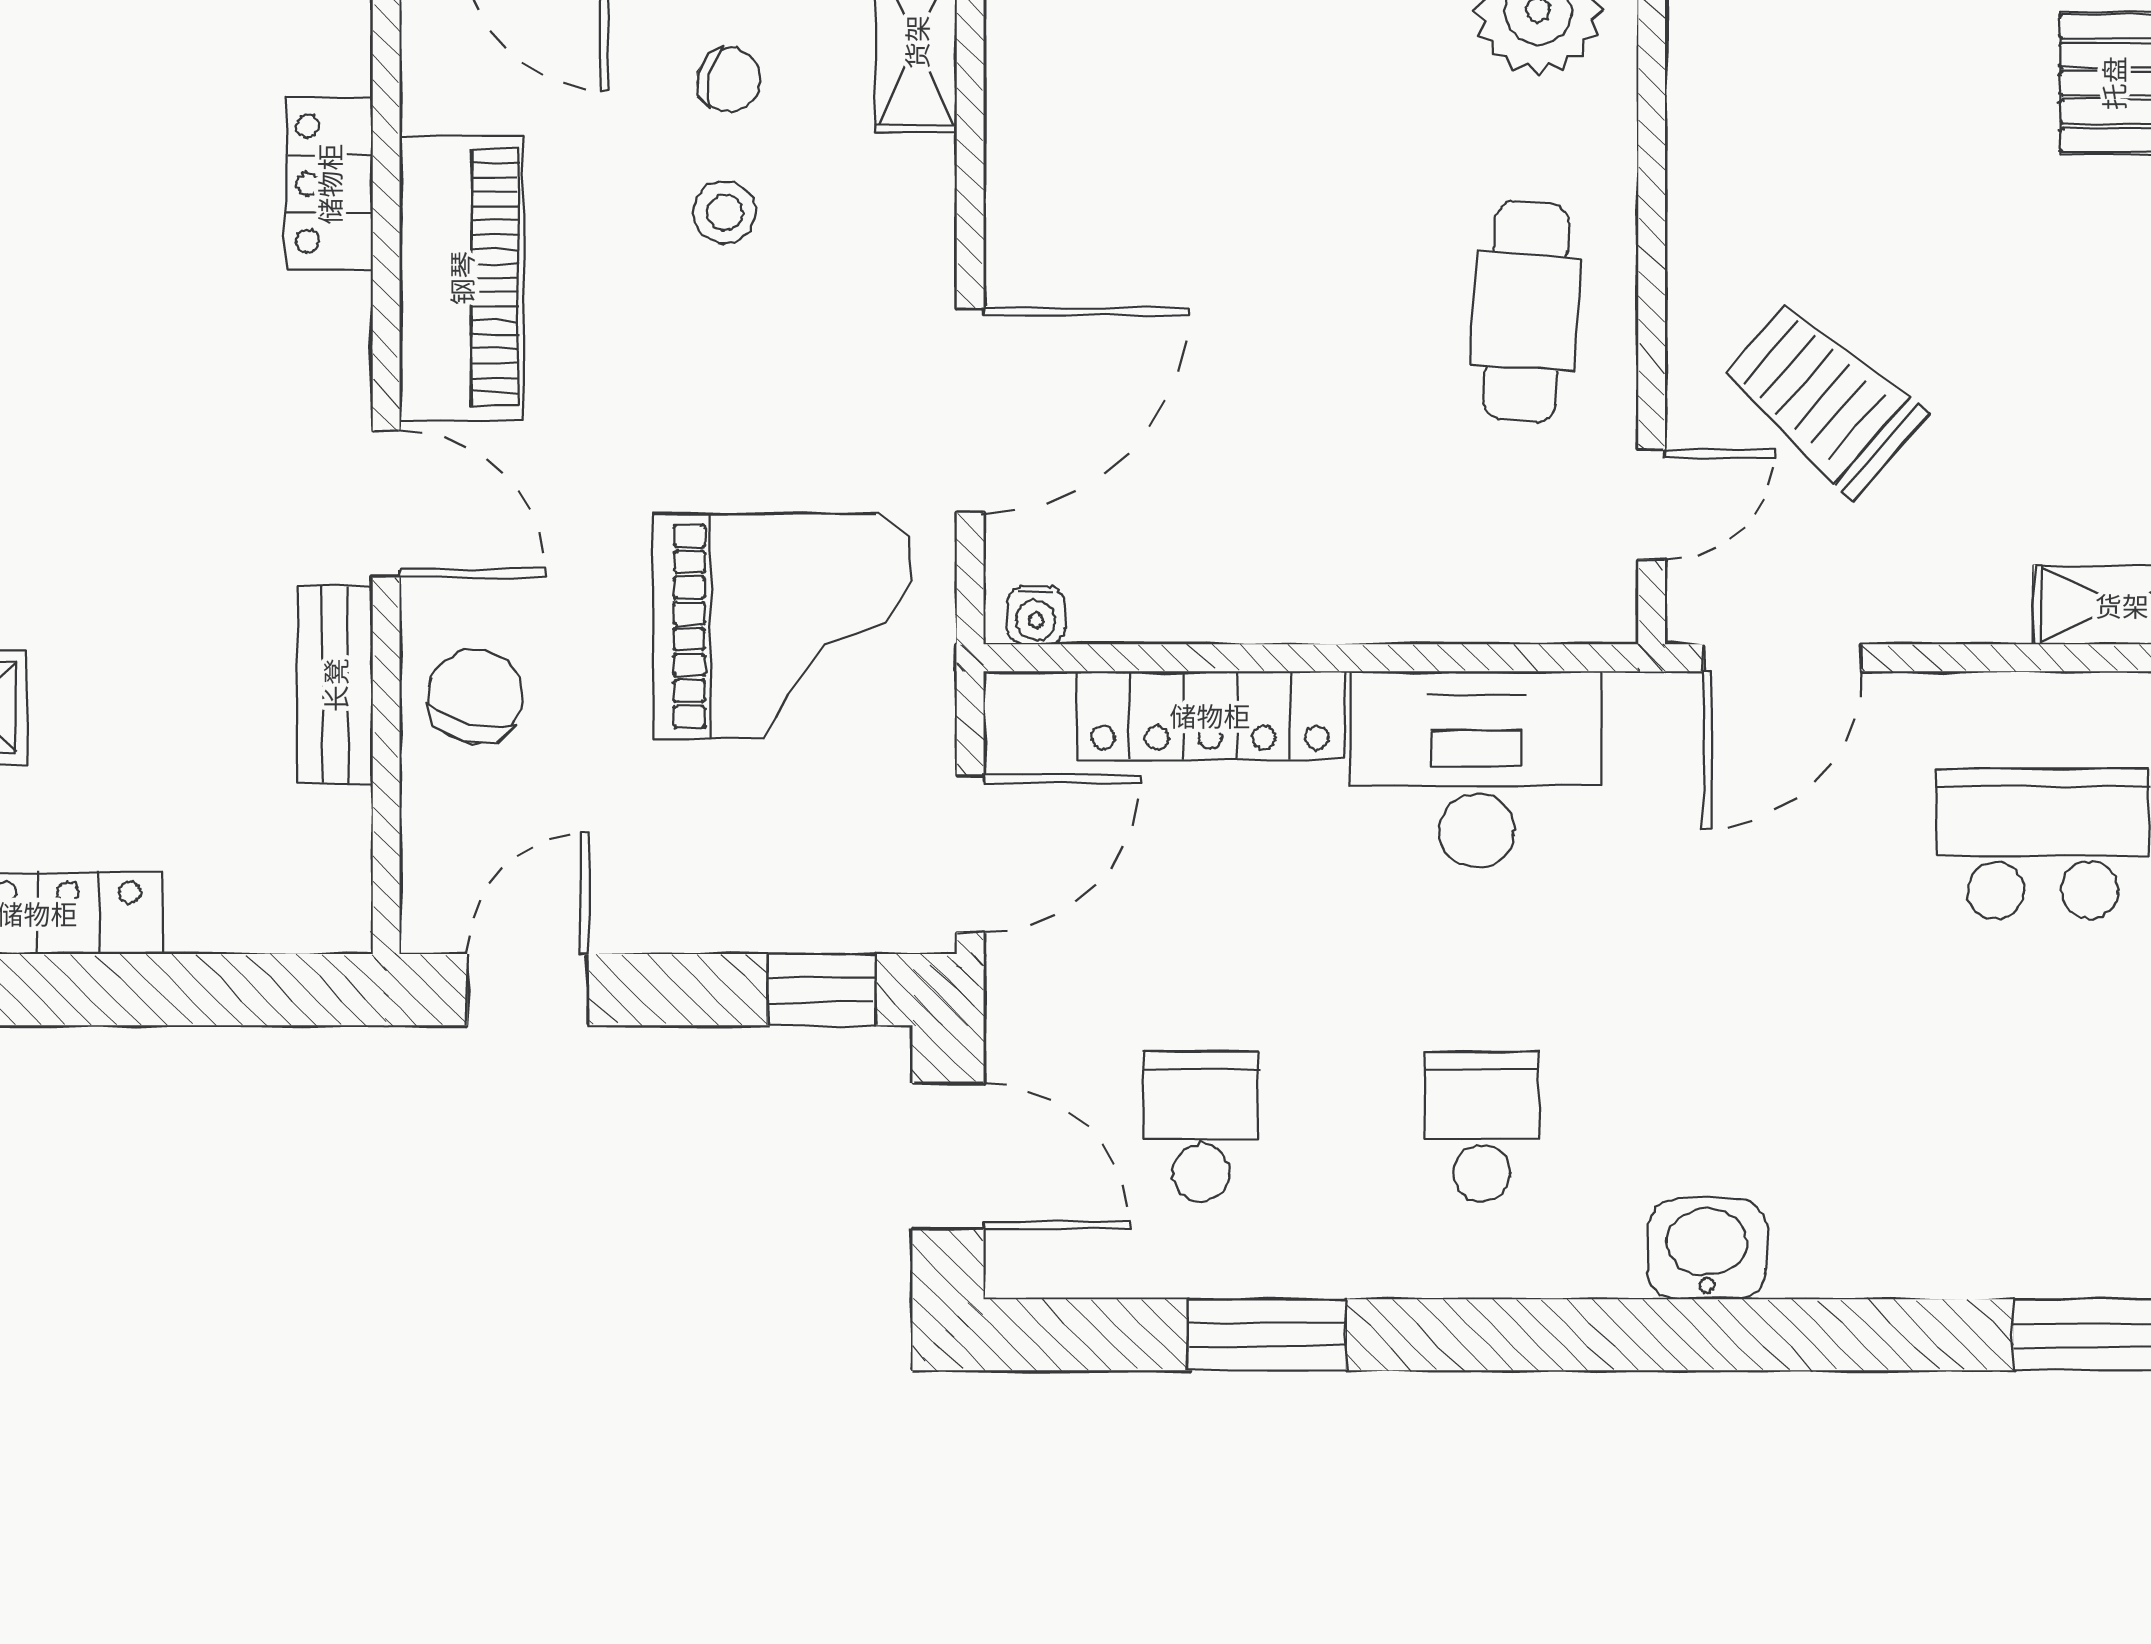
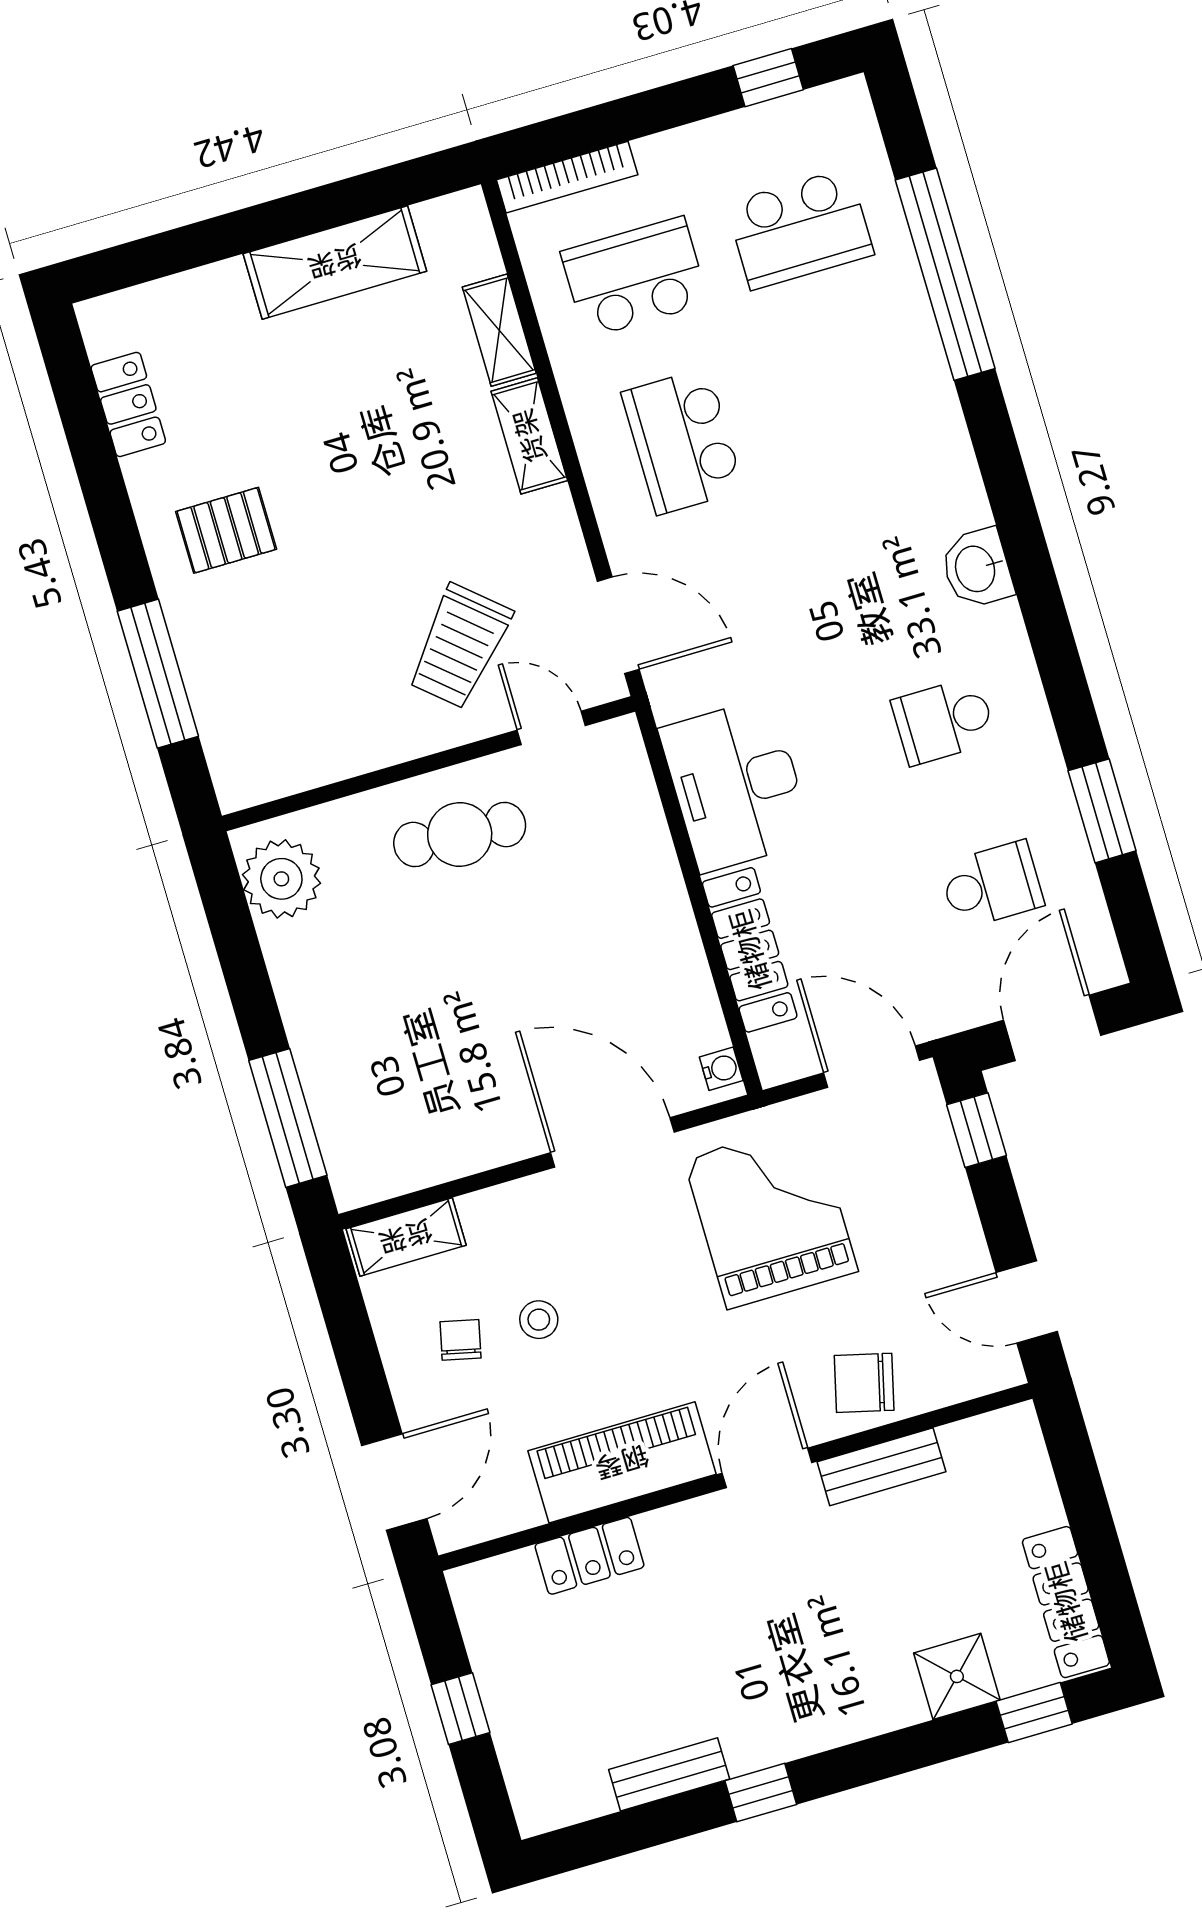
school desk: (1201, 1127) -> (992, 885), turned 180

